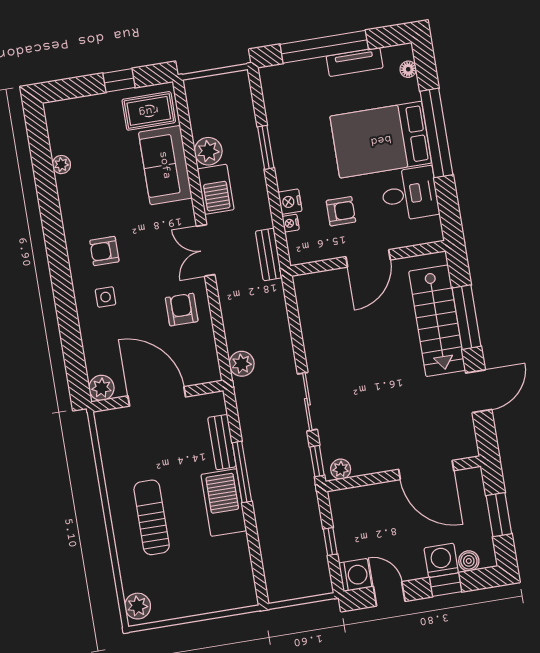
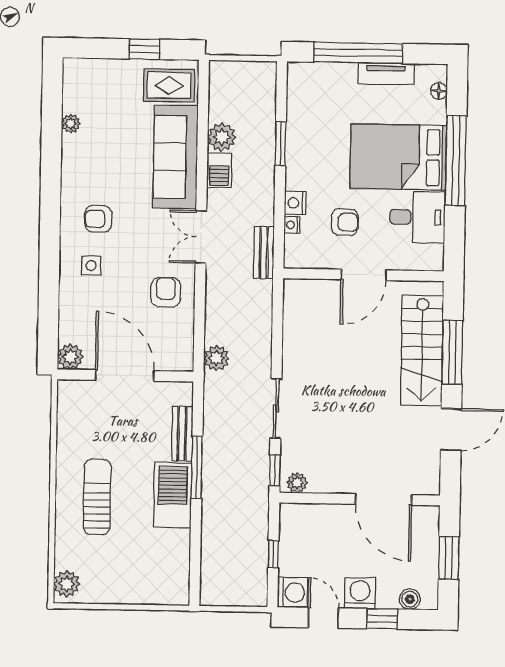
sofa: (165, 165) -> (176, 157), width x1.36
barbecue: (216, 189) -> (219, 170), width x0.73, depth x0.79
washing machine: (441, 560) -> (360, 593), moved

